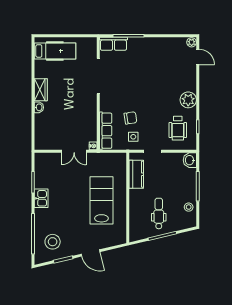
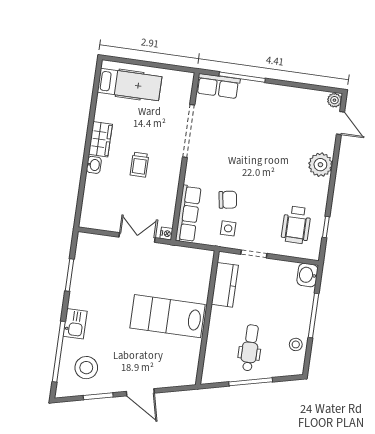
plant: (188, 100) -> (320, 165), moved
trolley: (69, 103) -> (139, 165), added
double door: (74, 151) -> (137, 237), swing flipped
kitchen sink: (41, 198) -> (75, 324), moved
lab bench: (101, 200) -> (168, 316), turned -90

